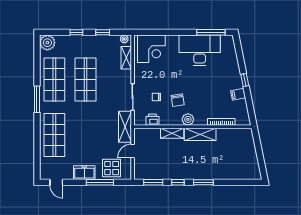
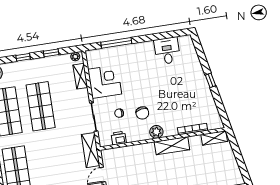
window: (211, 32) -> (116, 43), moved
corner desk: (151, 49) -> (105, 82), moved, turned -90
desk: (200, 50) -> (167, 51), width x0.53, depth x0.77
filing cabinet: (238, 94) -> (206, 97), removed
shelving: (172, 133) -> (214, 138), moved

